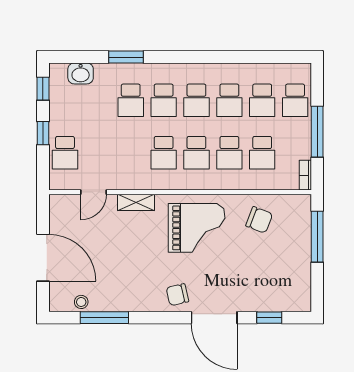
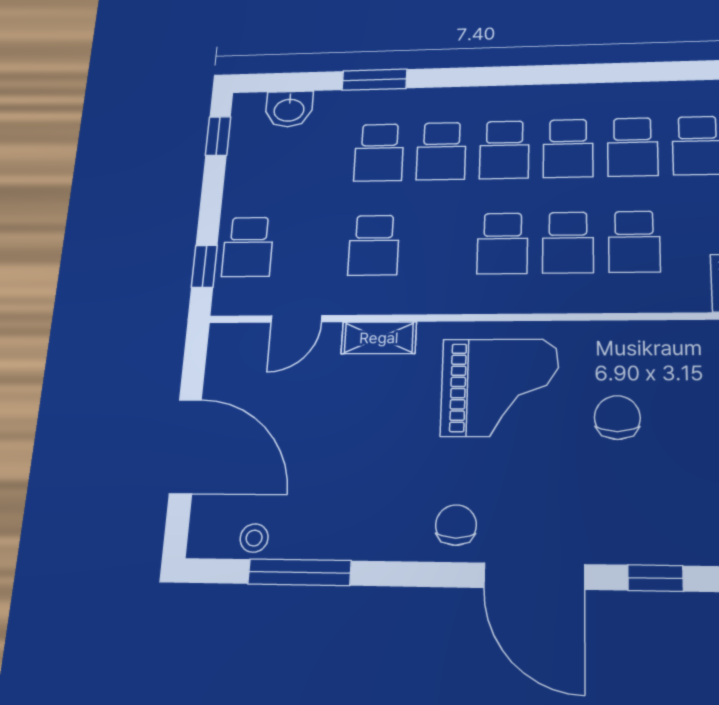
window: (43, 133) -> (204, 266), moved
school desk: (164, 153) -> (374, 245), moved
chair: (259, 220) -> (617, 418), moved, turned -111
chair: (177, 295) -> (456, 525), turned 103

